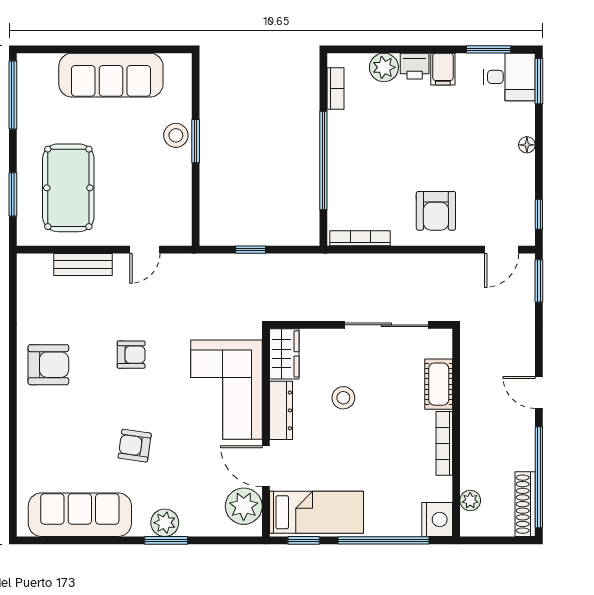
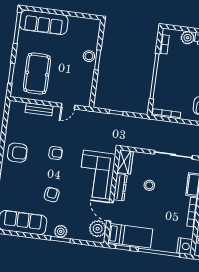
sofa: (111, 75) -> (44, 22), moved
armchair: (135, 446) -> (52, 195), turned 90

